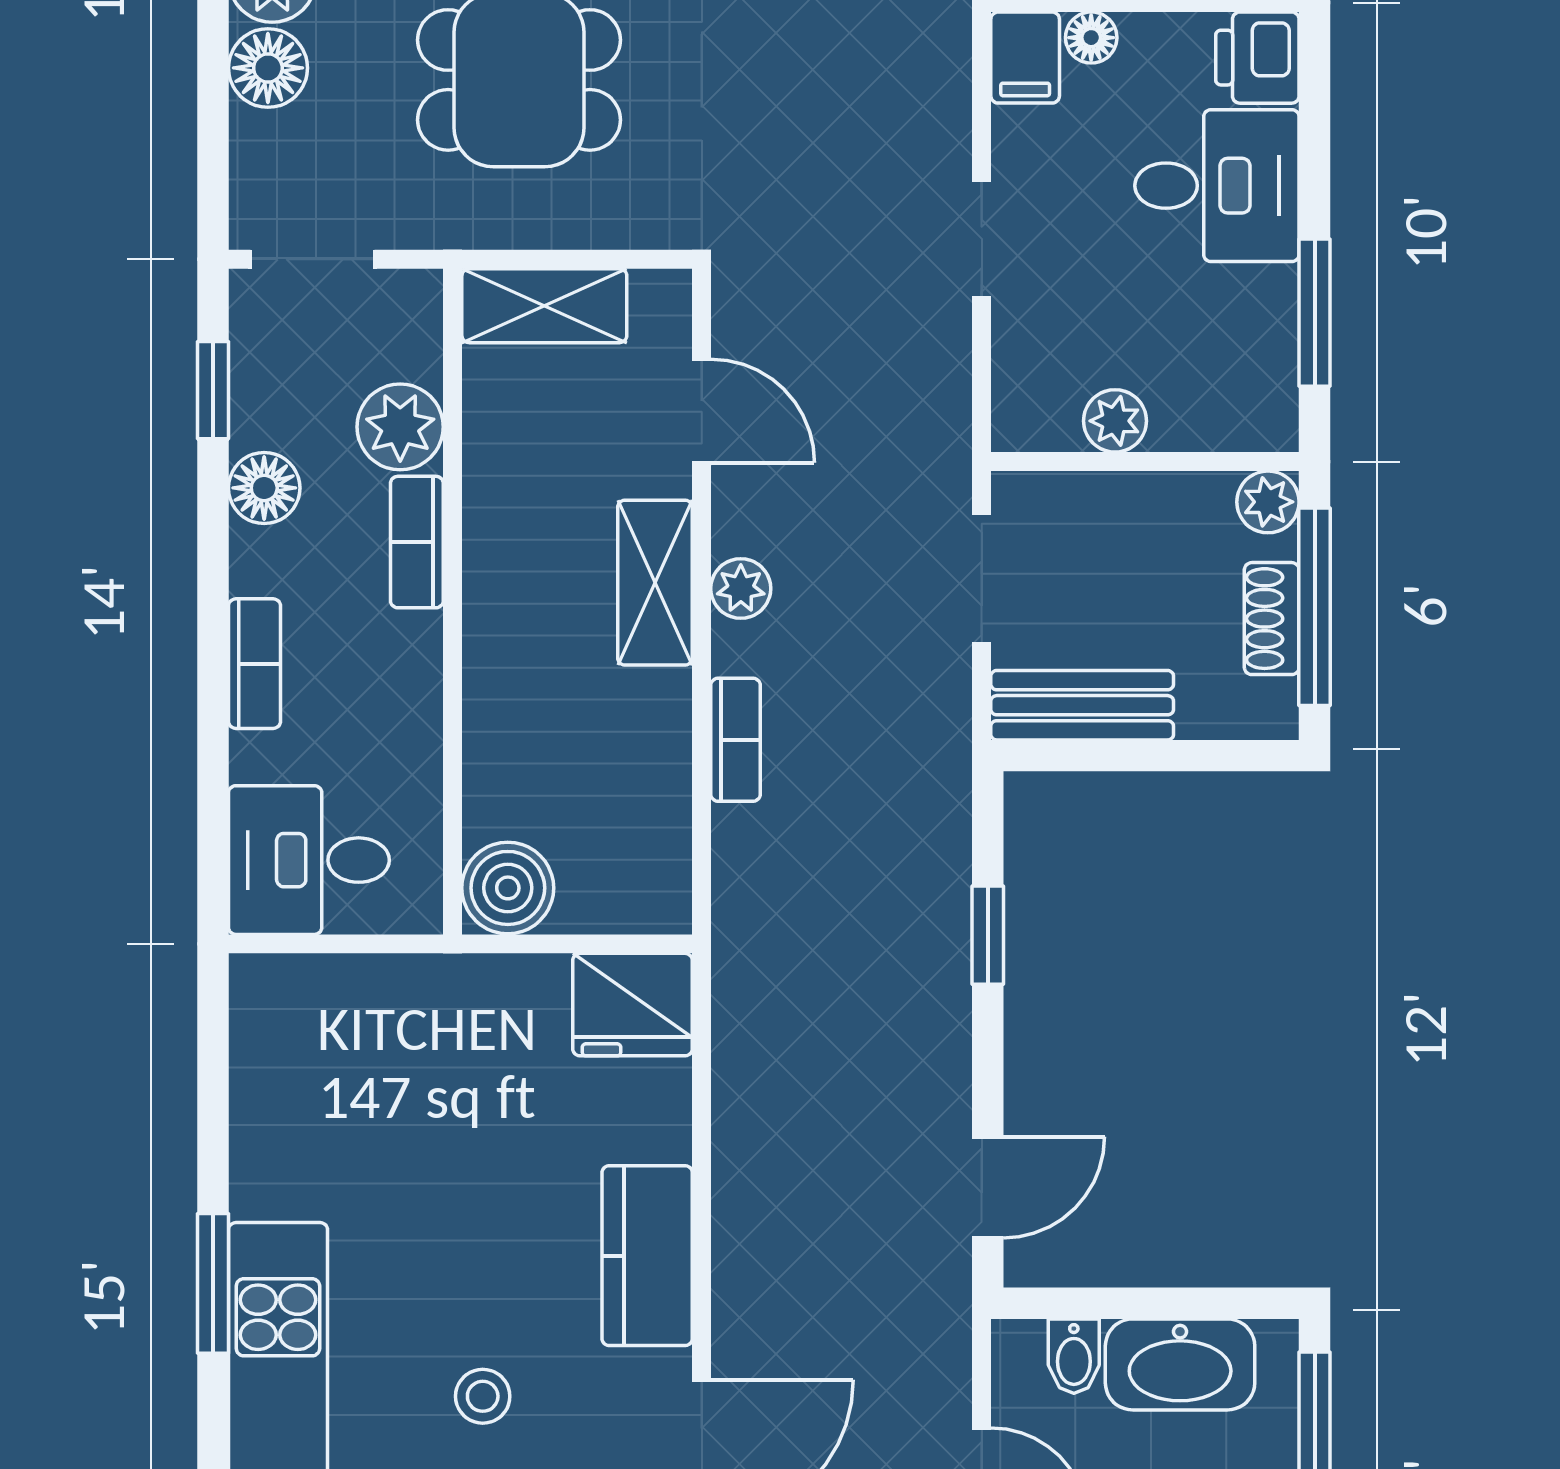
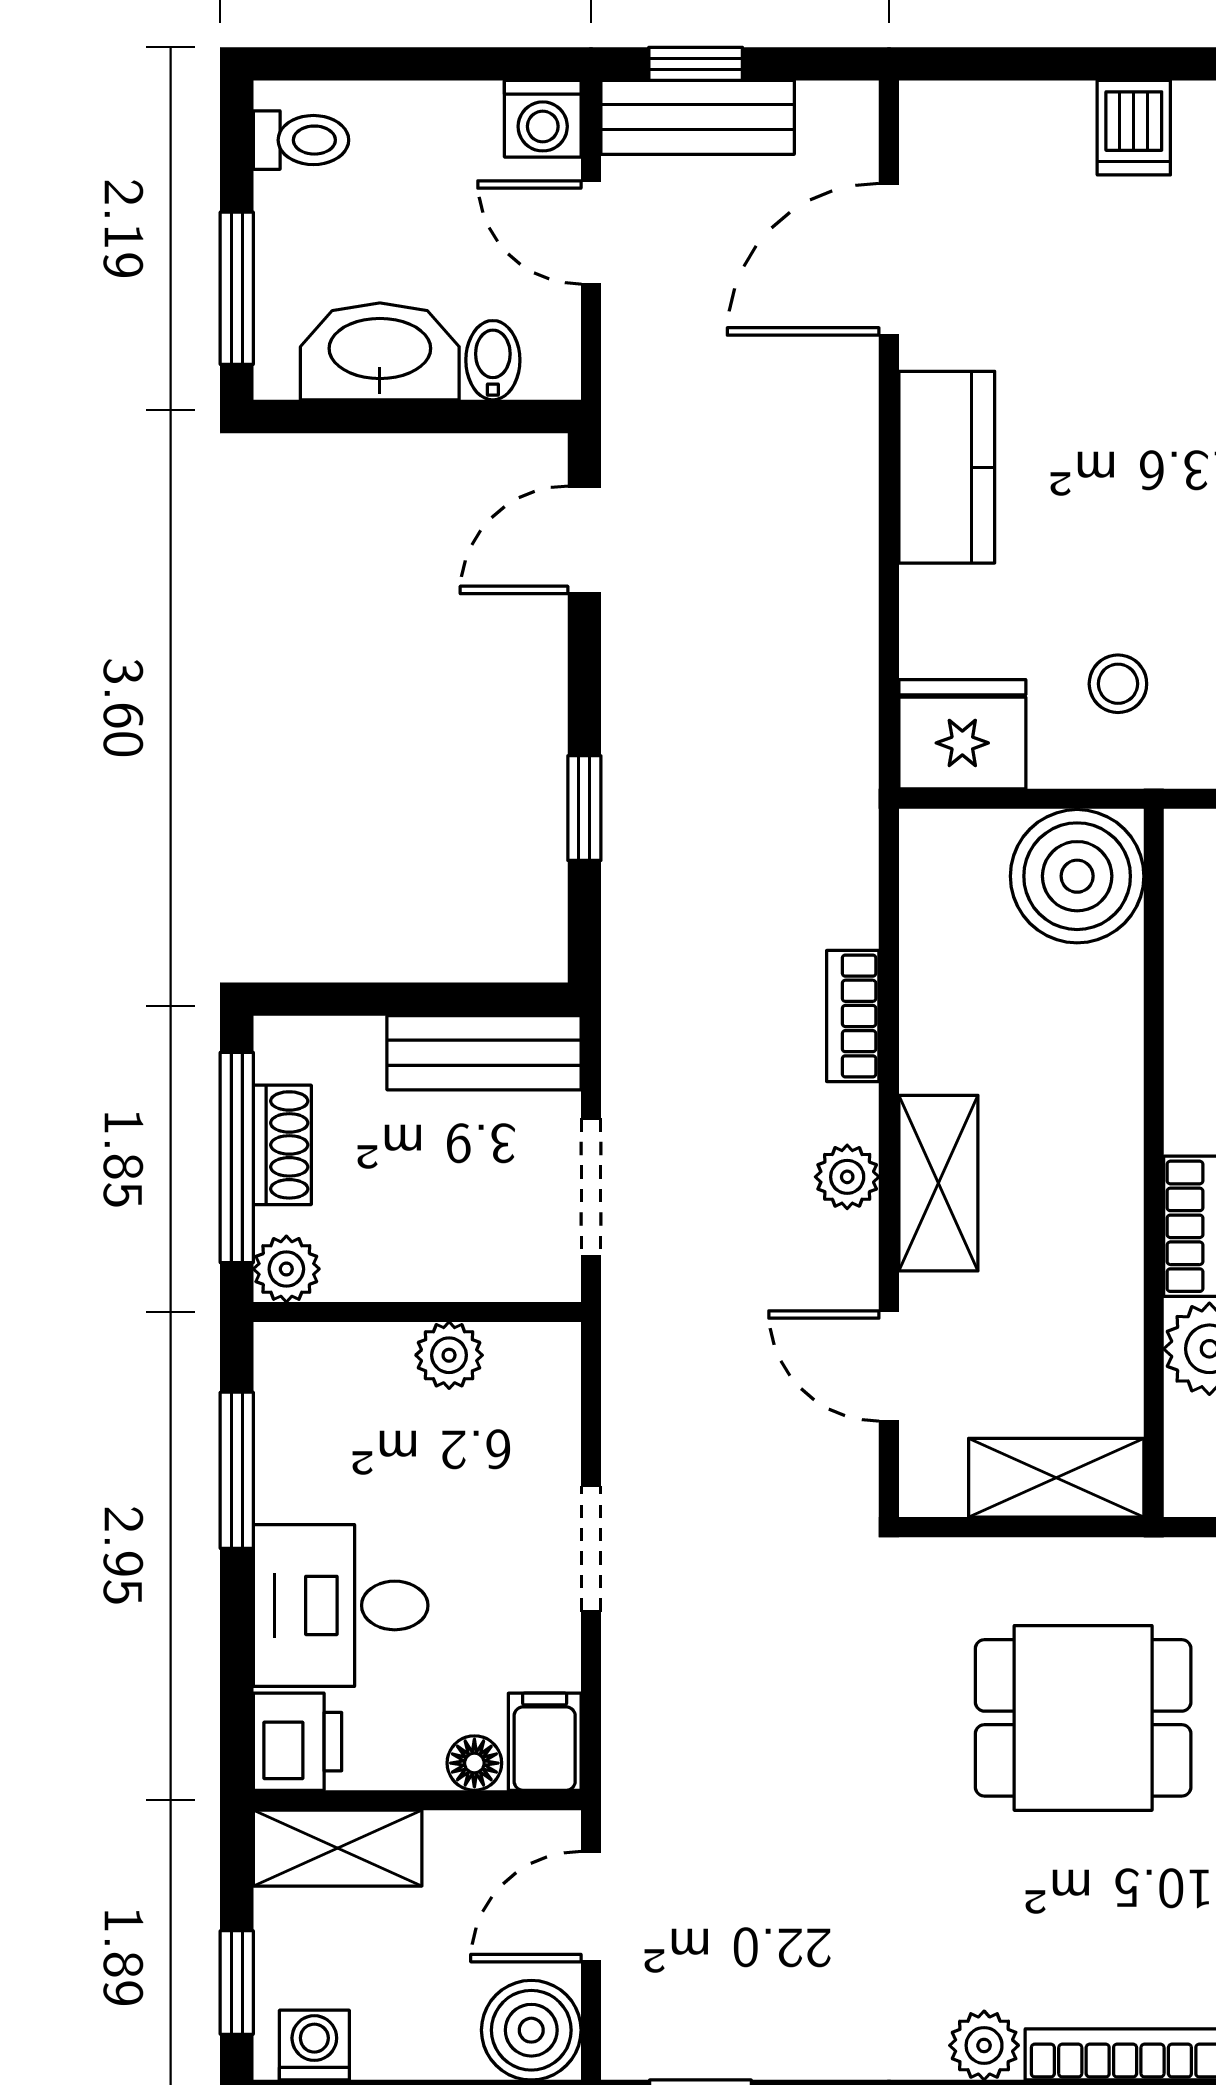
boiler: (508, 888) -> (1077, 876), width x1.37, depth x1.37
stool: (483, 1396) -> (1118, 684), moved

